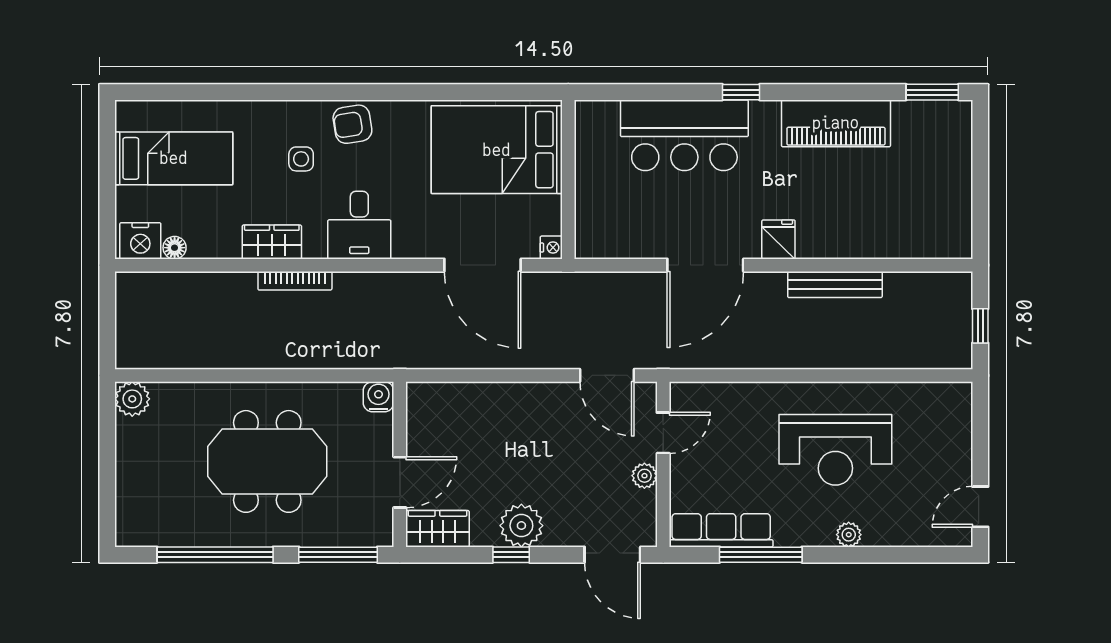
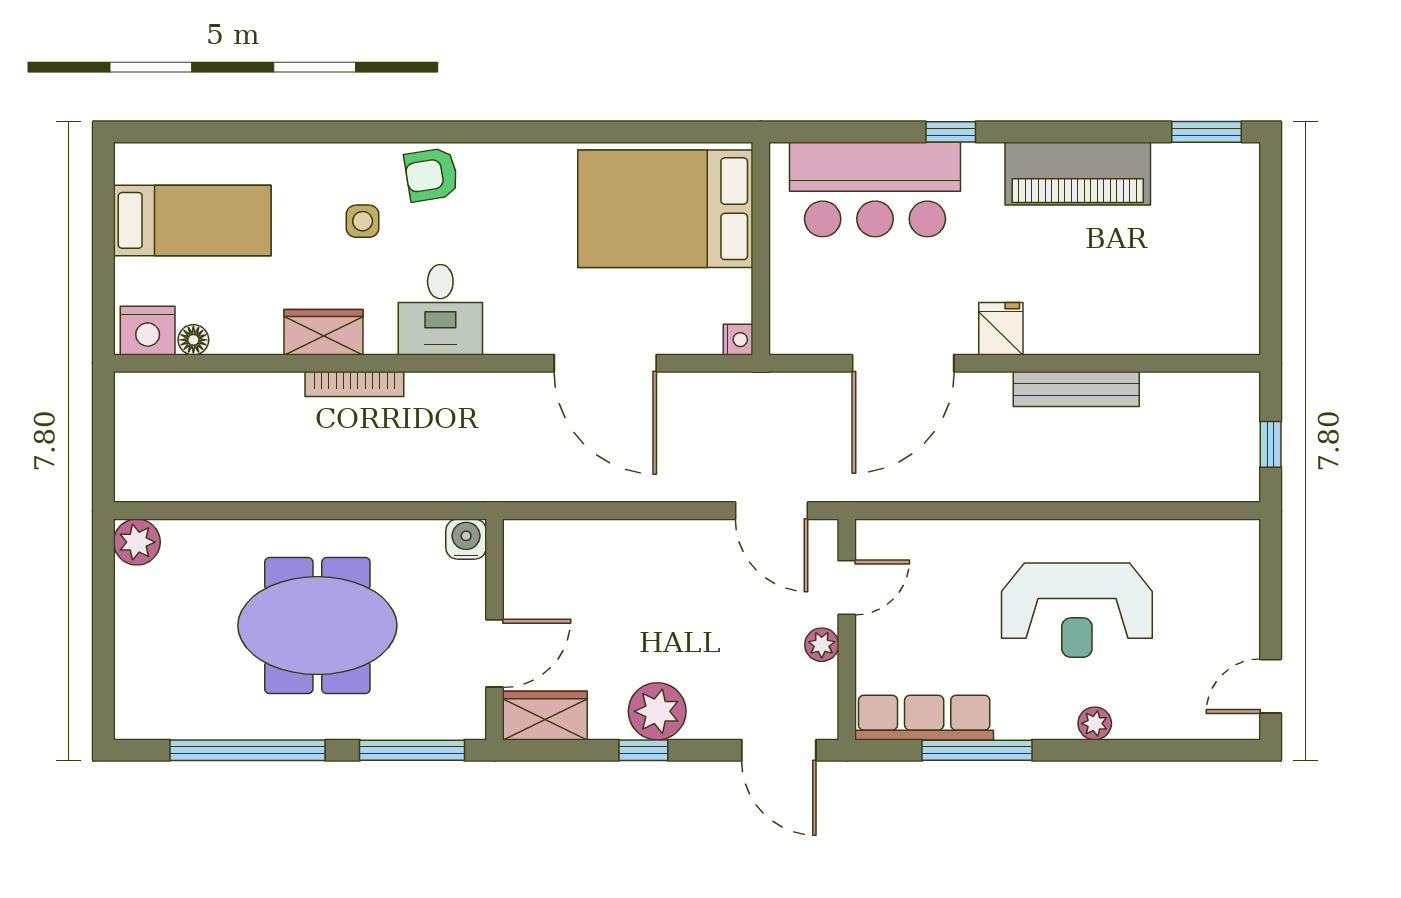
bed: (497, 150) -> (665, 209), moved
wall: (568, 179) -> (761, 249), moved
nightstand: (551, 248) -> (738, 340), moved

